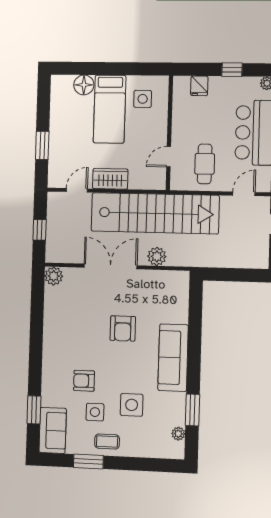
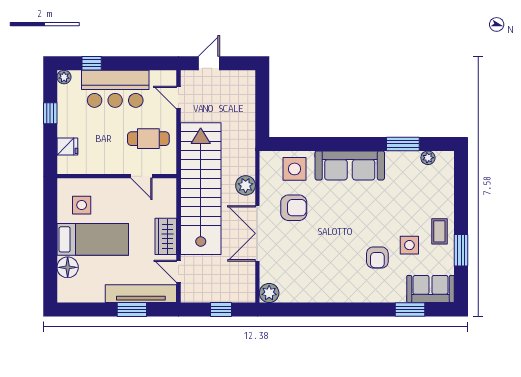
tv unit: (57, 154) -> (141, 294), added
armchair: (123, 328) -> (294, 208), moved
side table: (132, 405) -> (295, 169), moved

